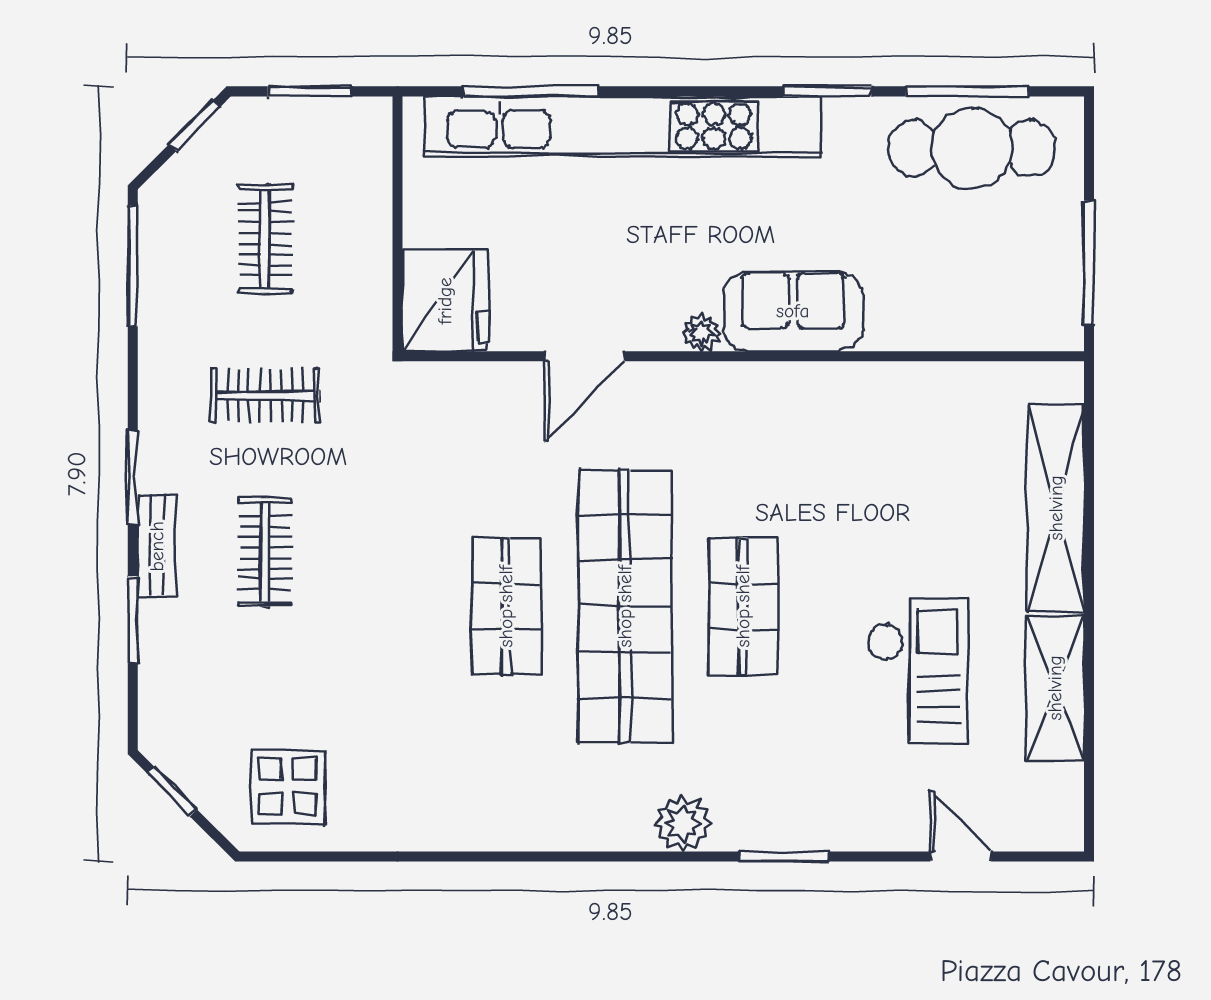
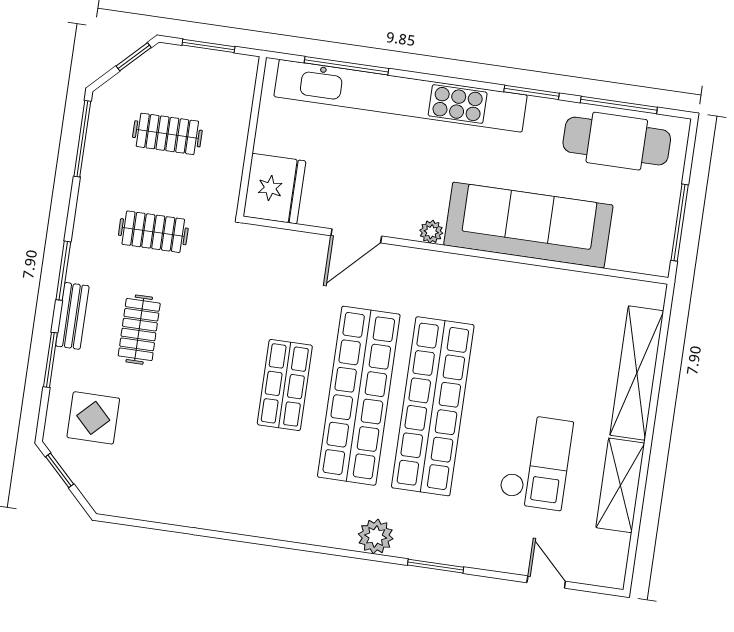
clothes rail: (265, 239) -> (167, 134), turned 90
sofa: (793, 311) -> (528, 225), width x1.85, depth x1.27
shop shelf: (743, 606) -> (433, 406), width x2.00, depth x1.36
display table: (287, 787) -> (93, 418), moved

